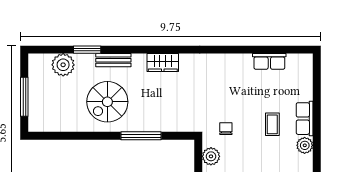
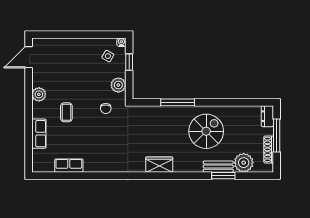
bench: (113, 60) -> (218, 167), moved
shoe rack: (34, 80) -> (269, 149), added
row of seats: (305, 119) -> (39, 134), moved
dresser: (35, 120) -> (267, 116), added

